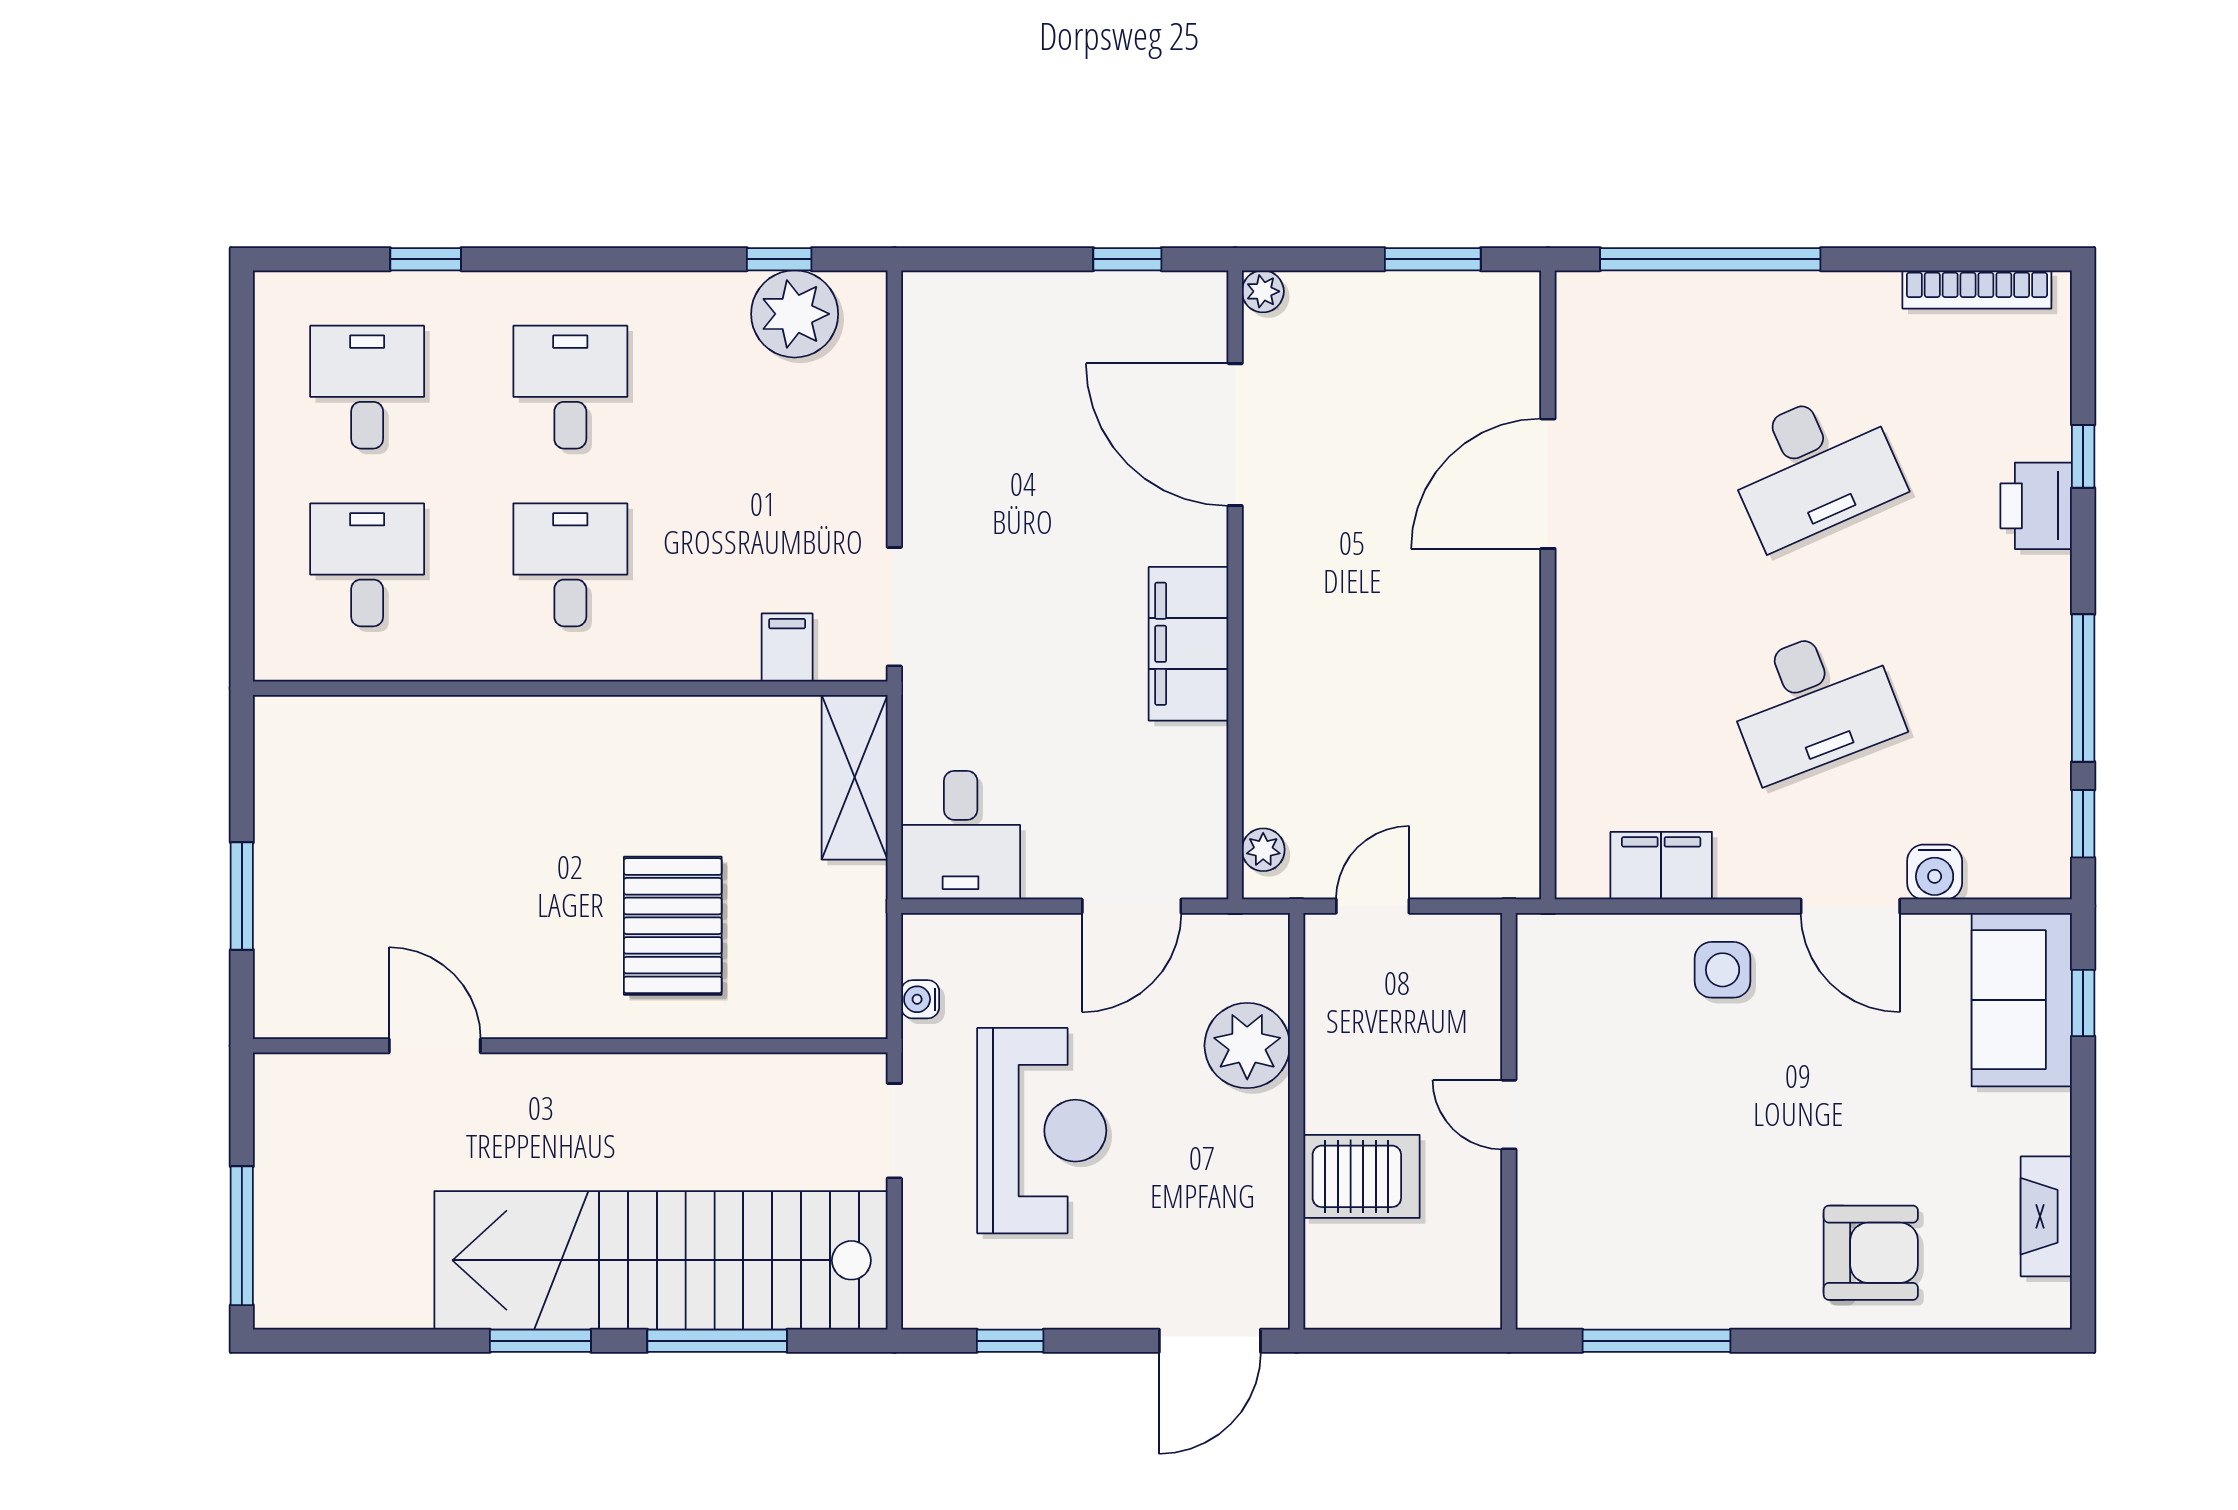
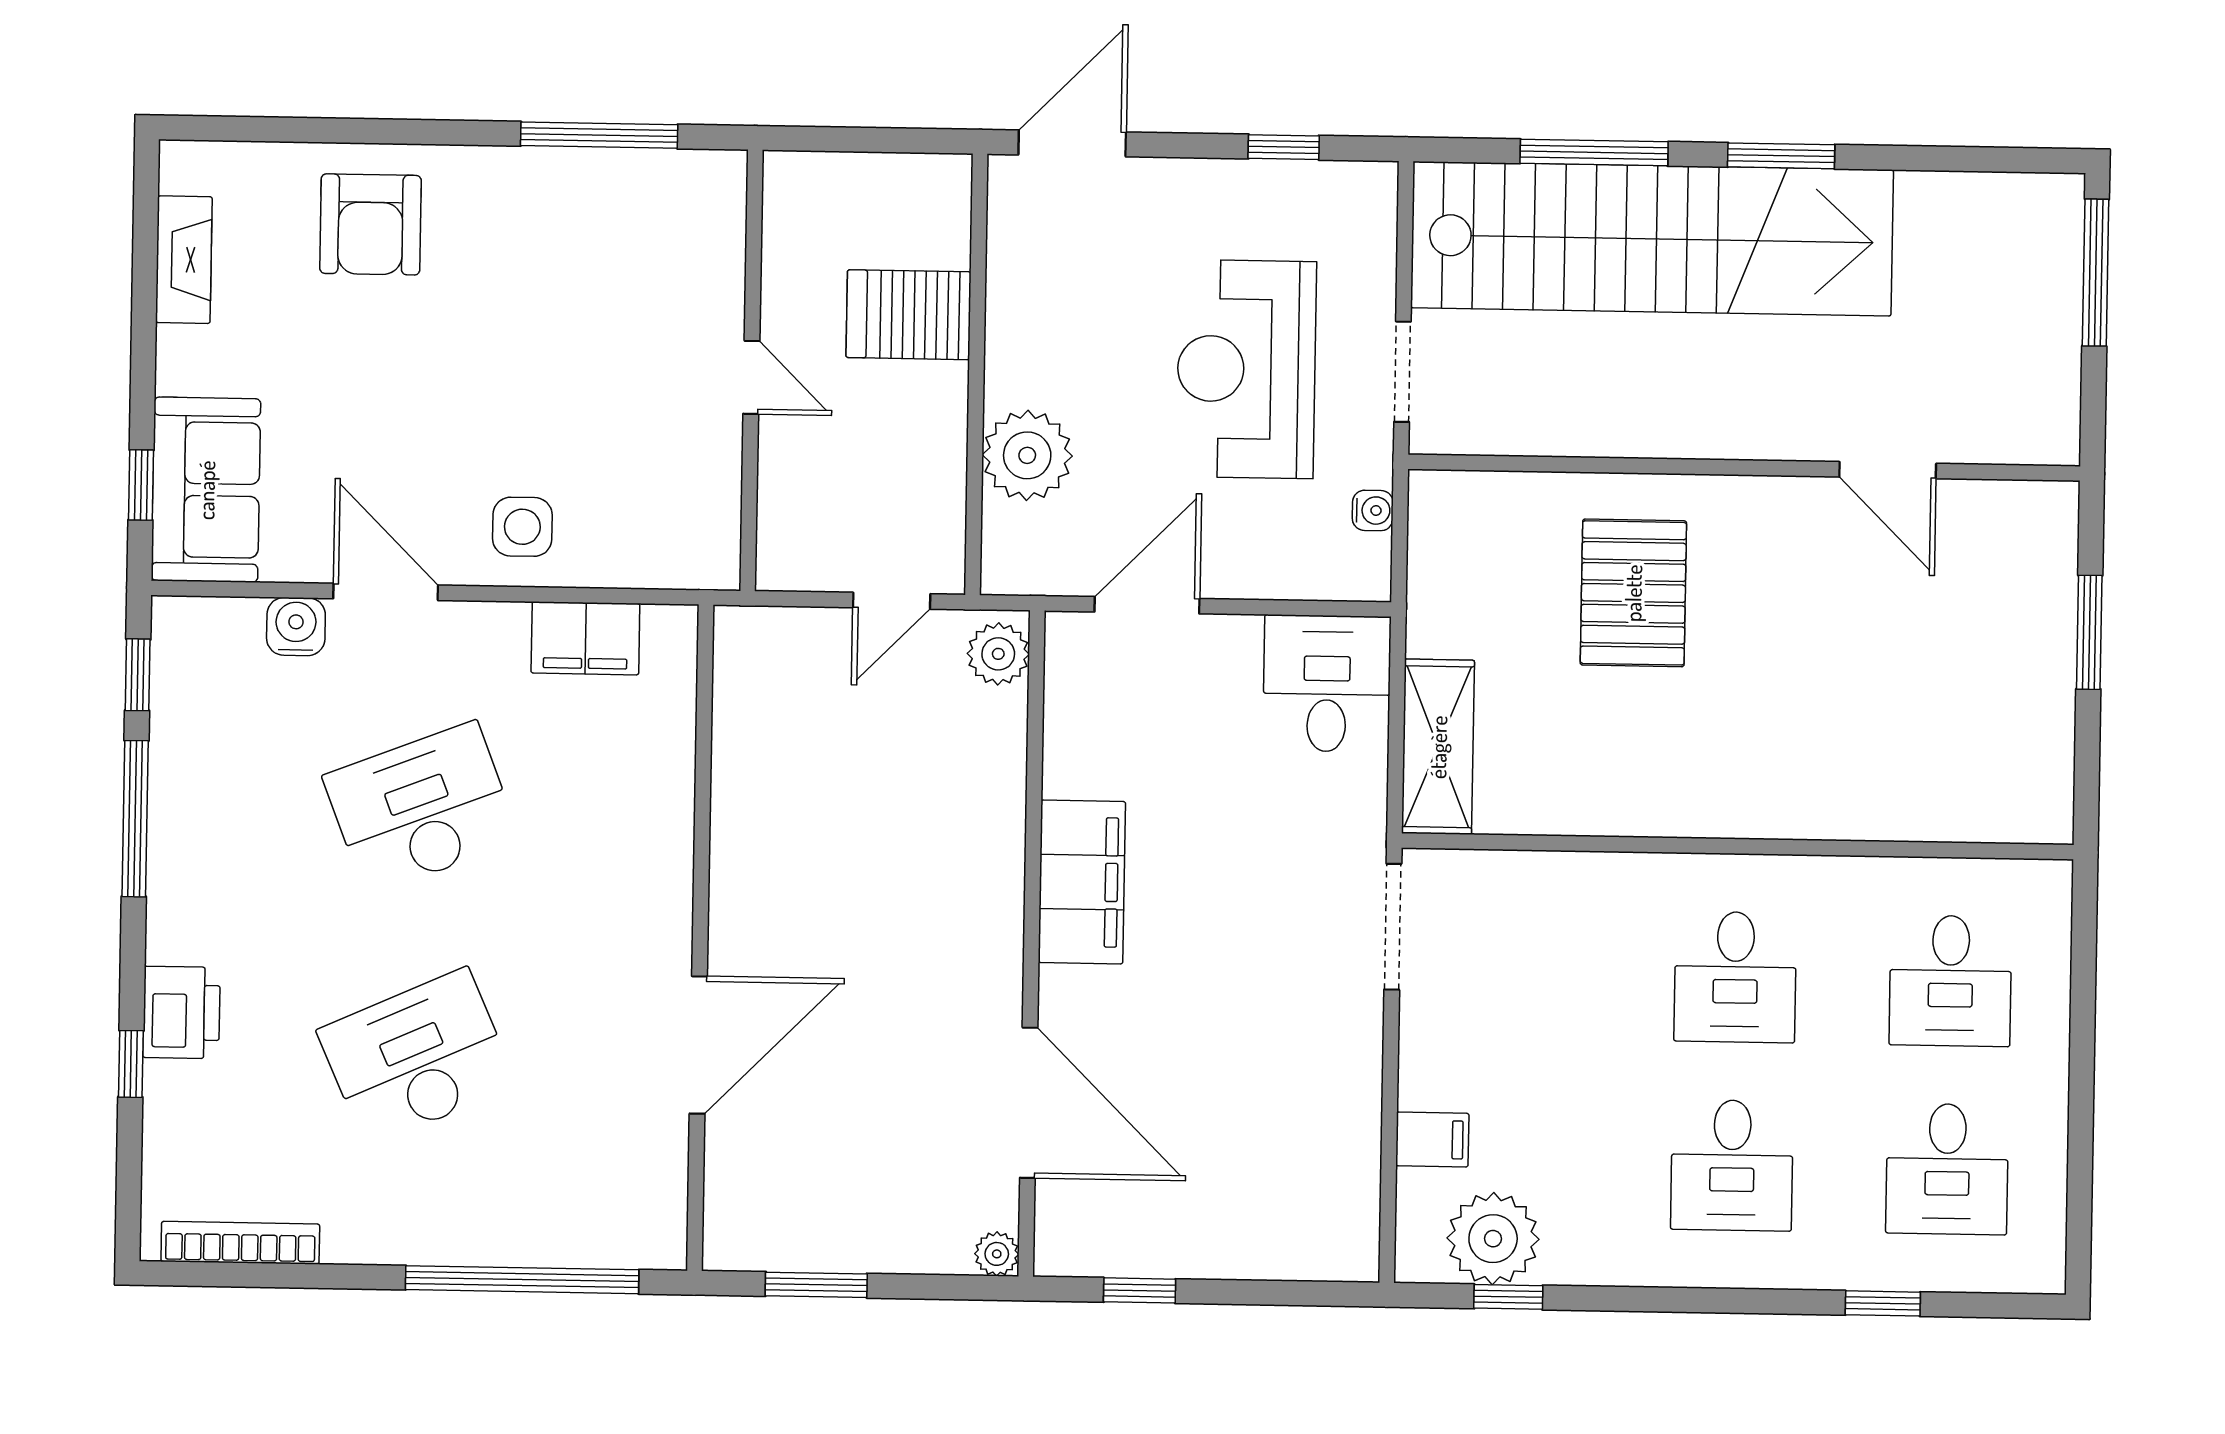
filing cabinet: (787, 647) -> (1432, 1140), moved, turned -90
plant: (1263, 850) -> (998, 654), width x1.38, depth x1.38
armchair: (1871, 1253) -> (370, 224), turned -90

